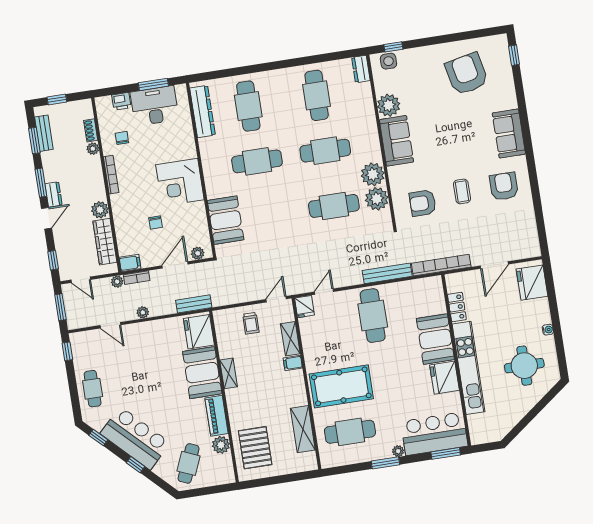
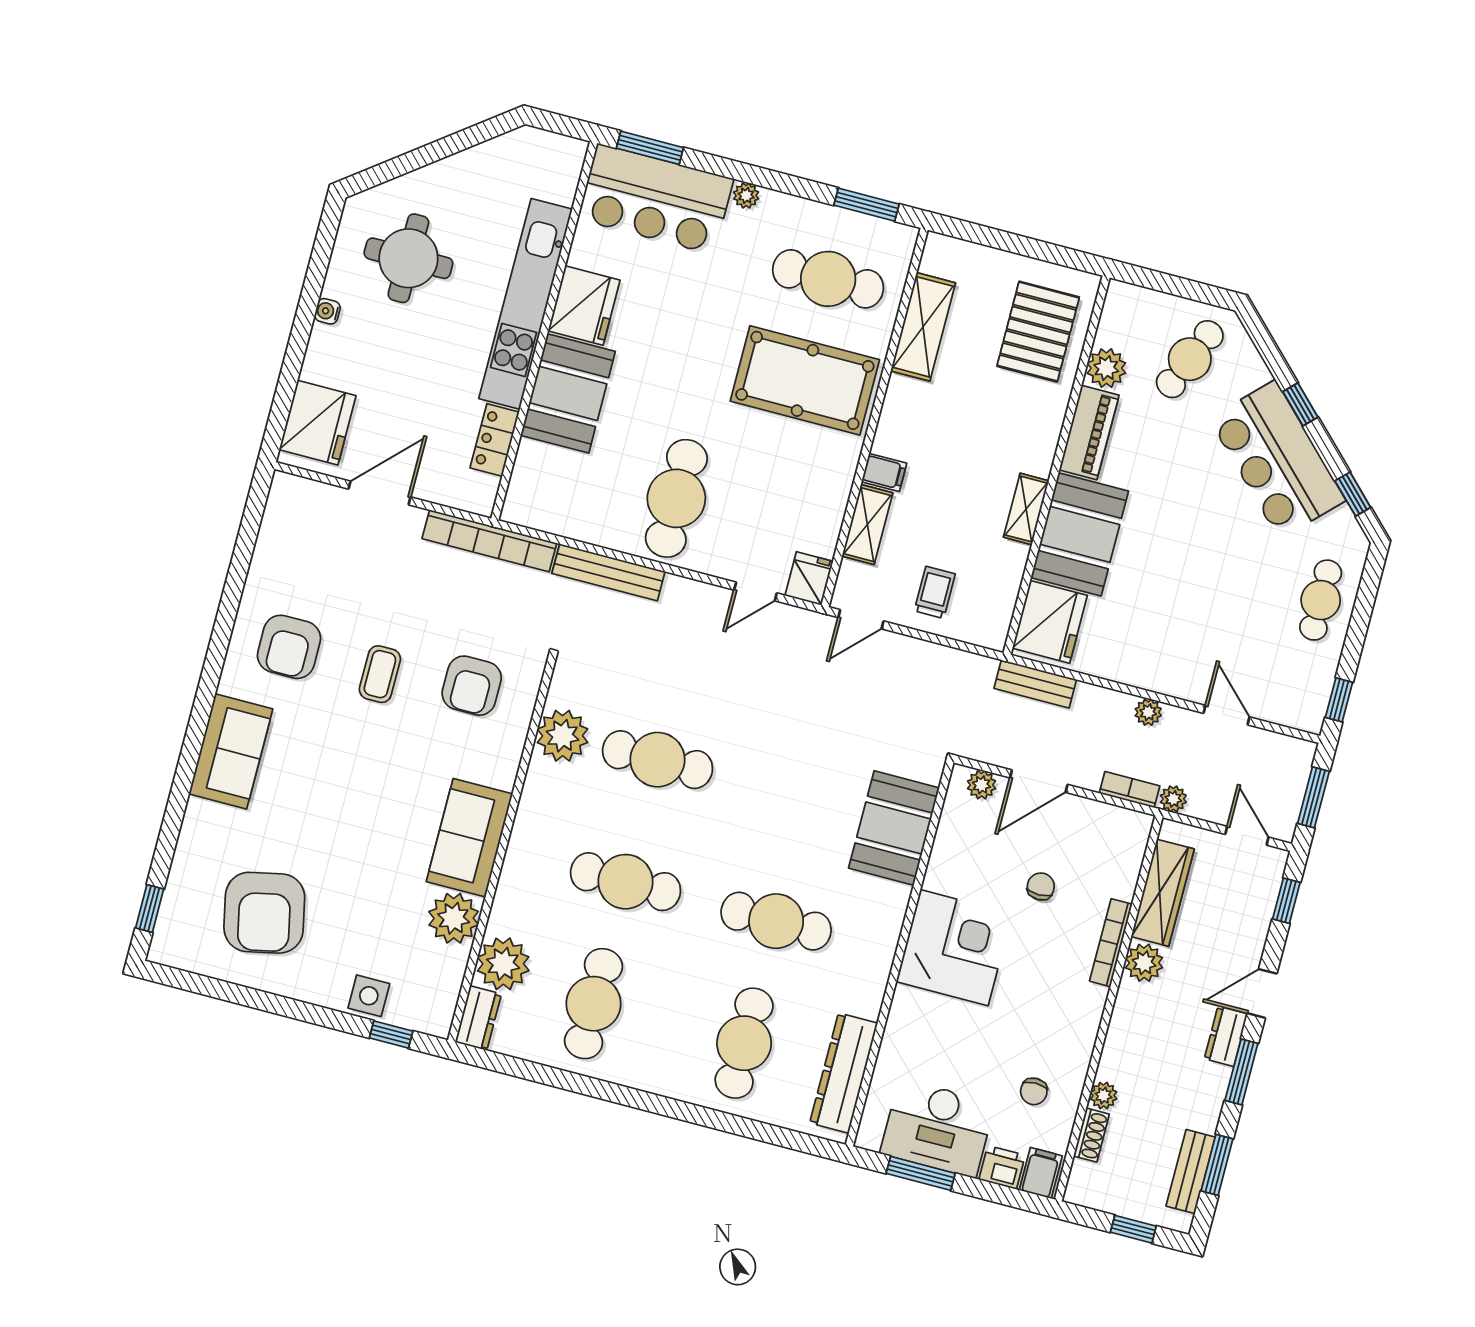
side table: (388, 61) -> (369, 996), moved
plant: (373, 174) -> (503, 964), moved
bookcase: (111, 175) -> (1111, 943), moved
armchair: (423, 203) -> (472, 686), turned 90
filing cabinet: (130, 263) -> (1041, 1173), moved, turned 90
window: (385, 463) -> (866, 205), moved

